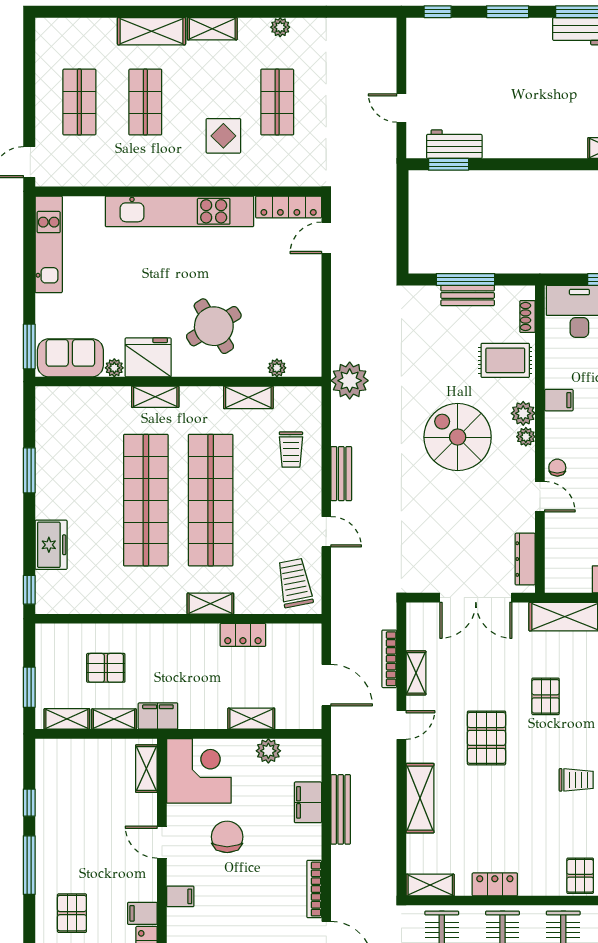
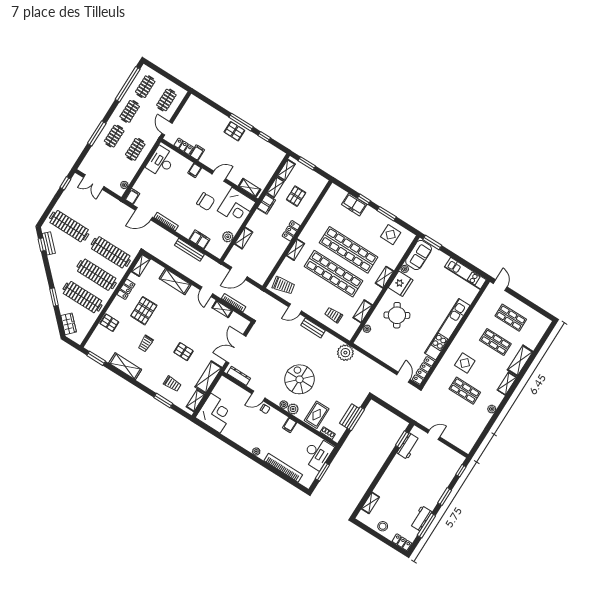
display table: (65, 437) -> (391, 235), added
spiral stairs: (458, 437) -> (300, 379), turned -90
window: (29, 590) -> (364, 199), moved
locker: (243, 635) -> (291, 231), moved
pallet: (486, 738) -> (144, 311), moved, turned 90
pallet: (72, 913) -> (234, 131), moved

